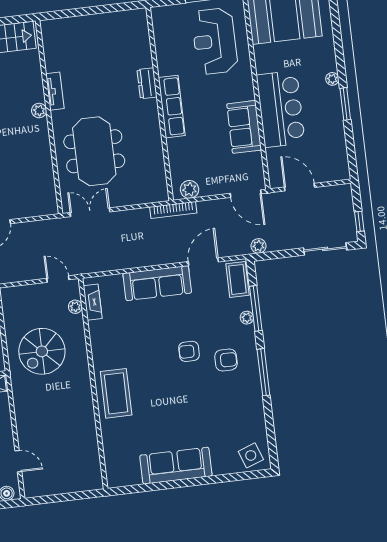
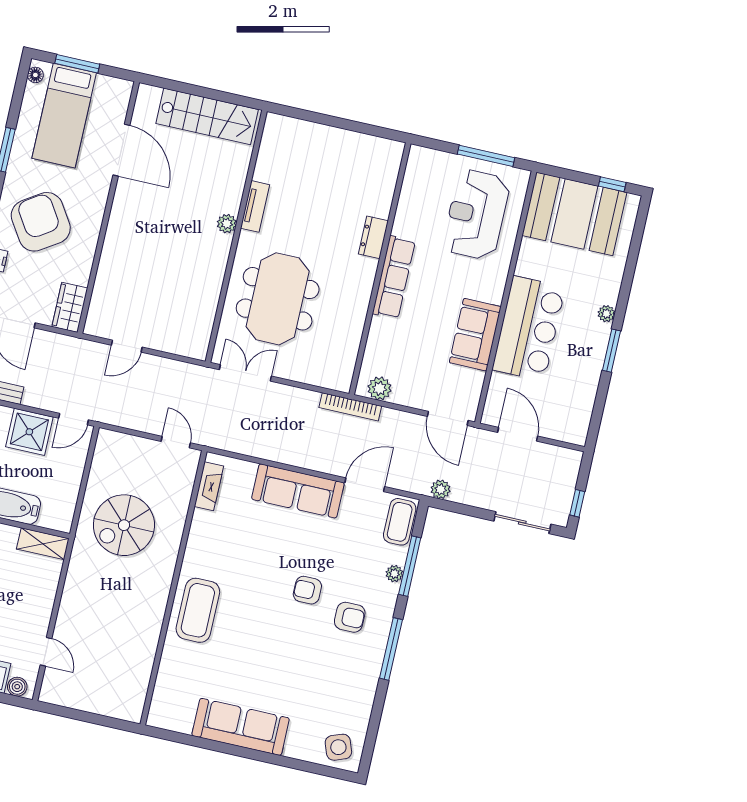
plant: (75, 307) -> (185, 484), removed

